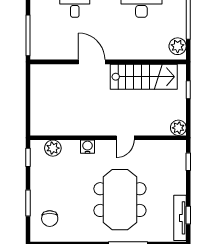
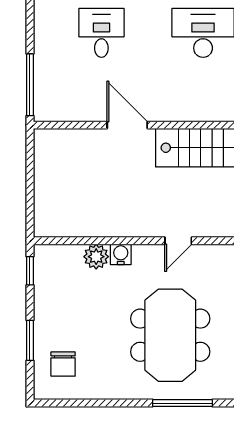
plant: (53, 148) -> (96, 257), moved

